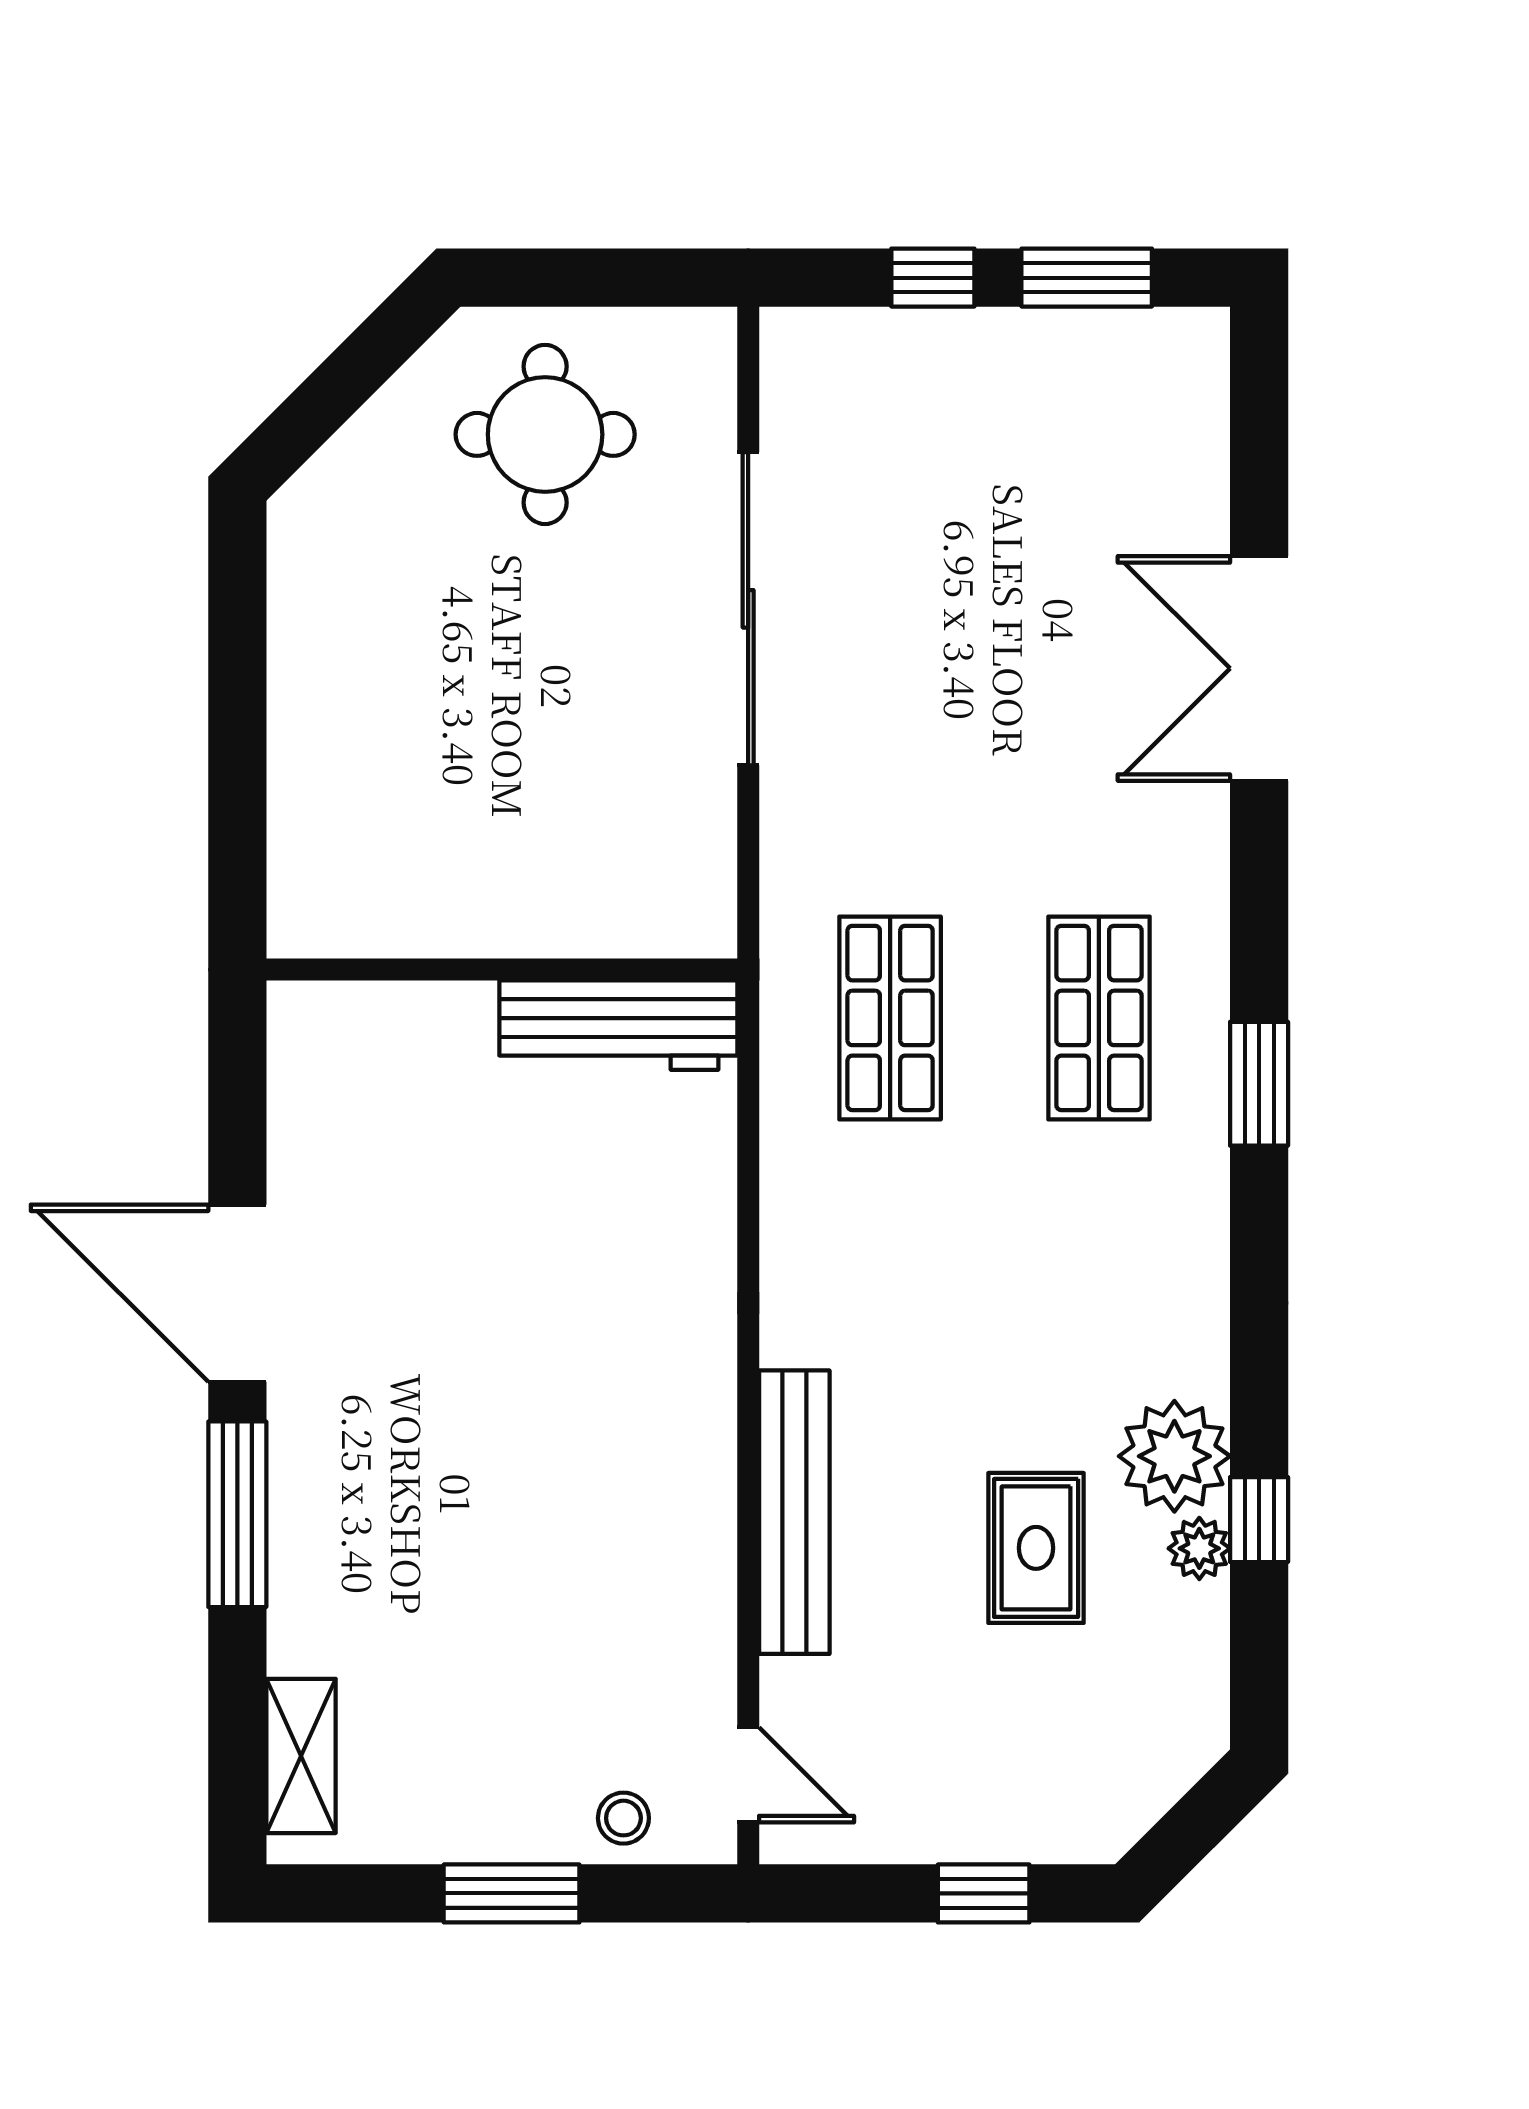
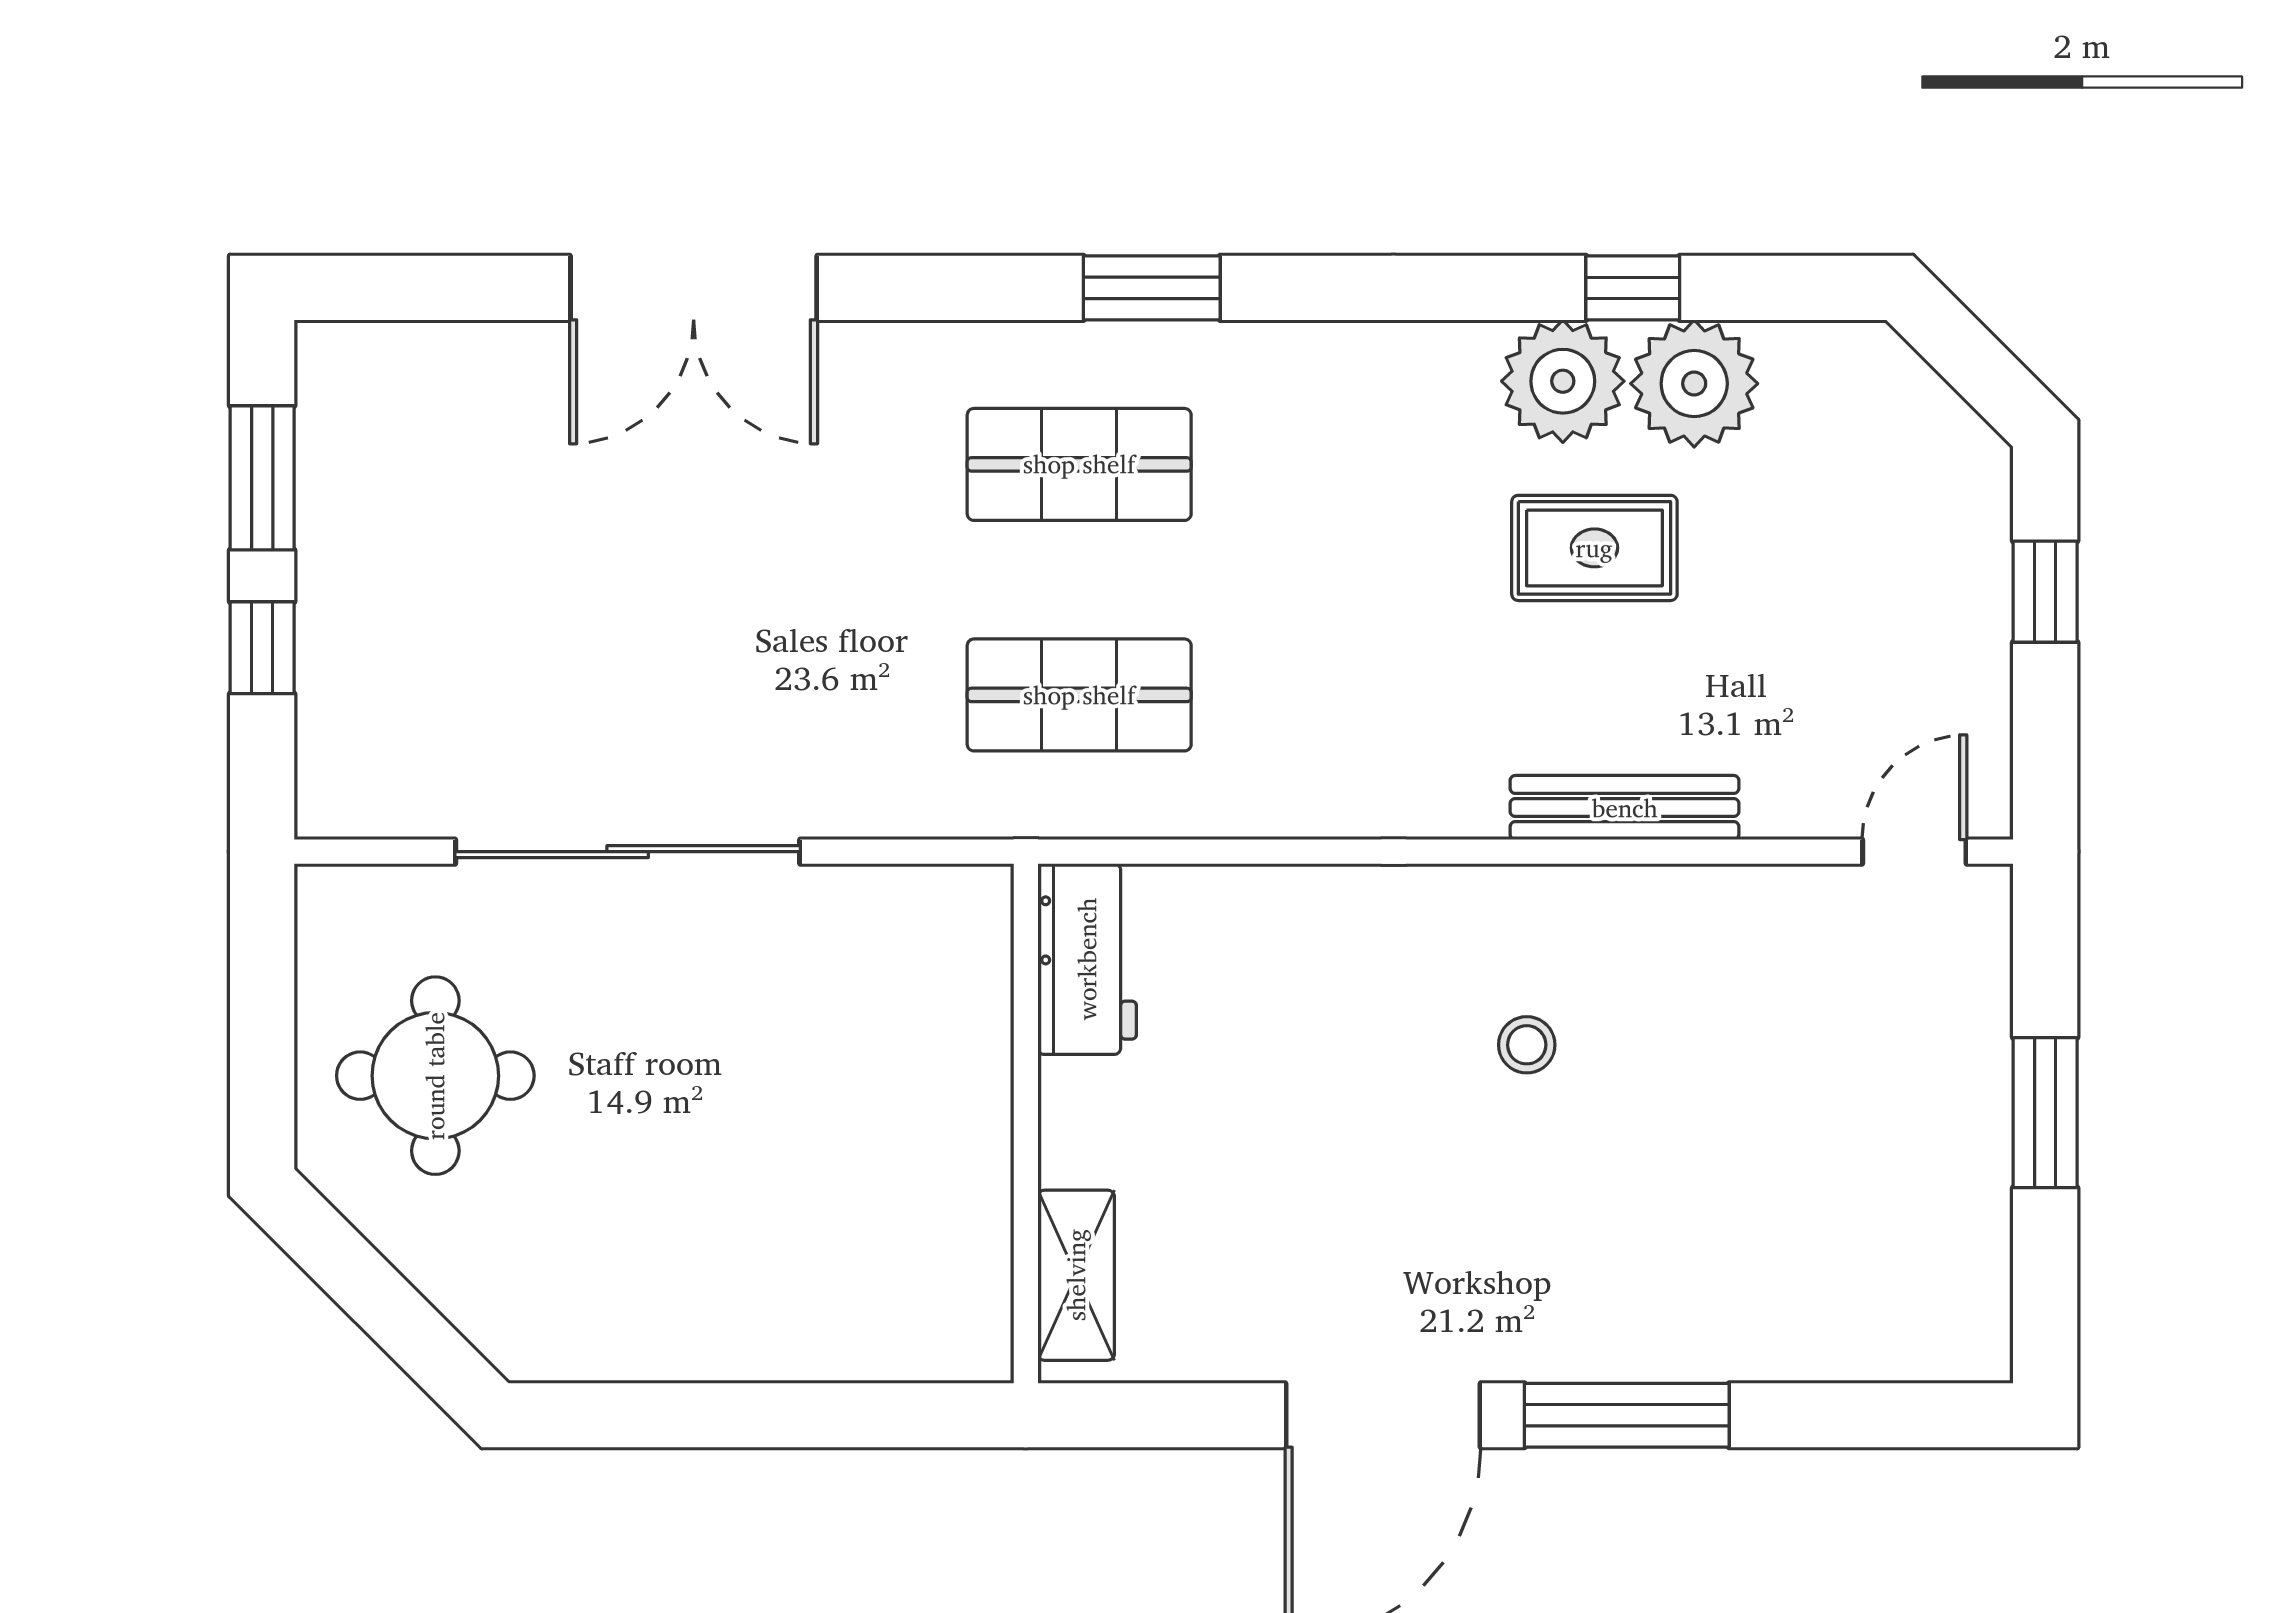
workbench: (618, 1025) -> (1087, 959), width x0.73
bench: (794, 1512) -> (1625, 808), width x0.73, depth x0.82
rug: (1036, 1548) -> (1594, 548), moved
plant: (1199, 1548) -> (1694, 384), width x1.88, depth x1.88
shelving: (301, 1756) -> (1076, 1275), moved, turned 90
stool: (623, 1818) -> (1527, 1045), moved

